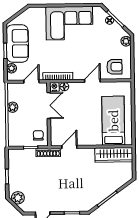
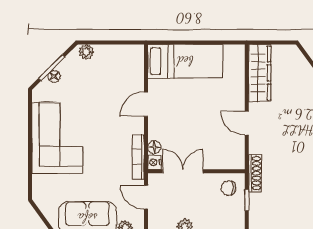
armchair: (114, 67) -> (125, 70), removed
door: (92, 81) -> (146, 104), hinge flipped
bed: (113, 121) -> (185, 61), moved, turned 180
door: (69, 147) -> (247, 123), moved

